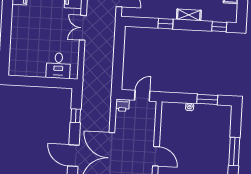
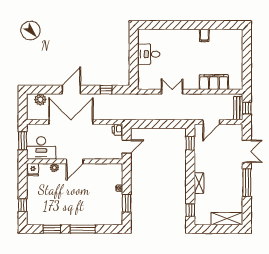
window: (166, 24) -> (190, 143), moved
double door: (83, 28) -> (172, 92), moved
desk: (58, 66) -> (149, 54), moved
door: (142, 96) -> (127, 147), hinge flipped

